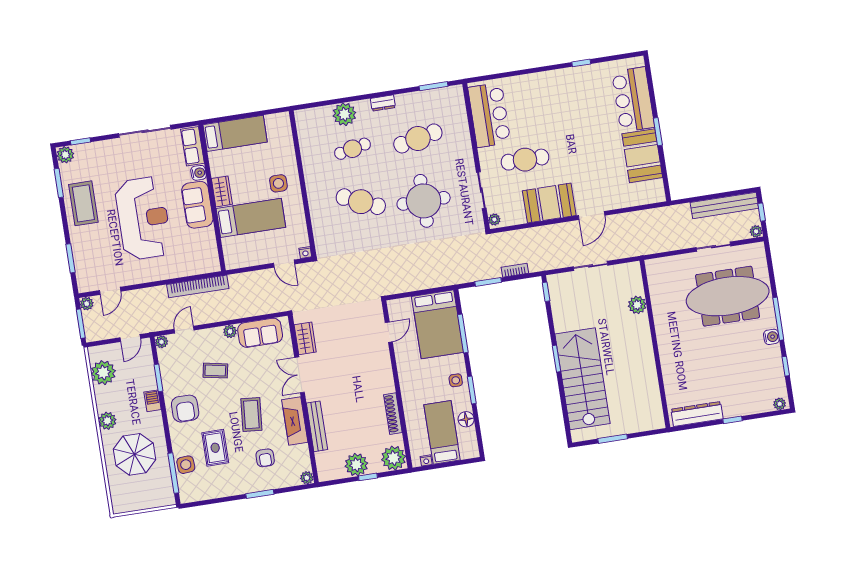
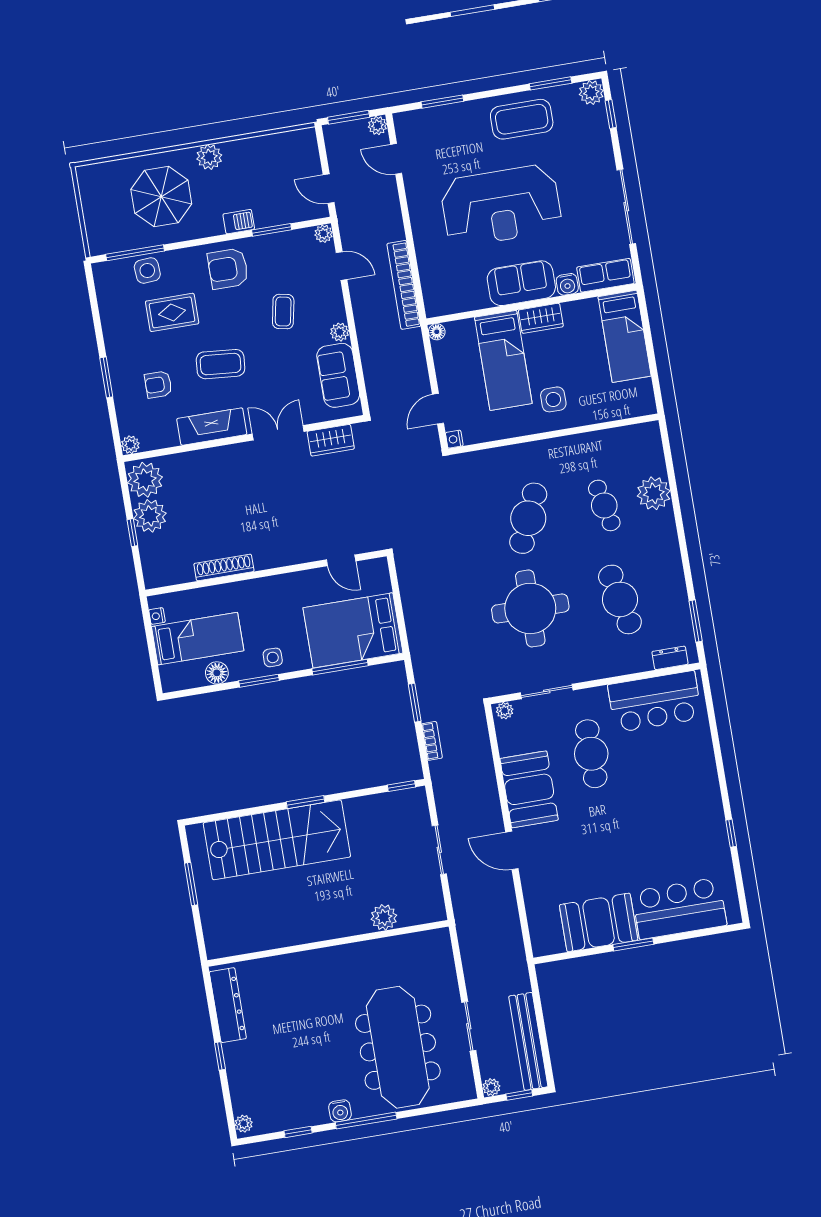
dresser: (383, 103) -> (670, 658), moved, turned 90
floor lamp: (230, 264) -> (437, 332), added
plant: (103, 373) -> (279, 150), removed
bench: (317, 426) -> (204, 459), removed
plant: (394, 458) -> (145, 480), moved

